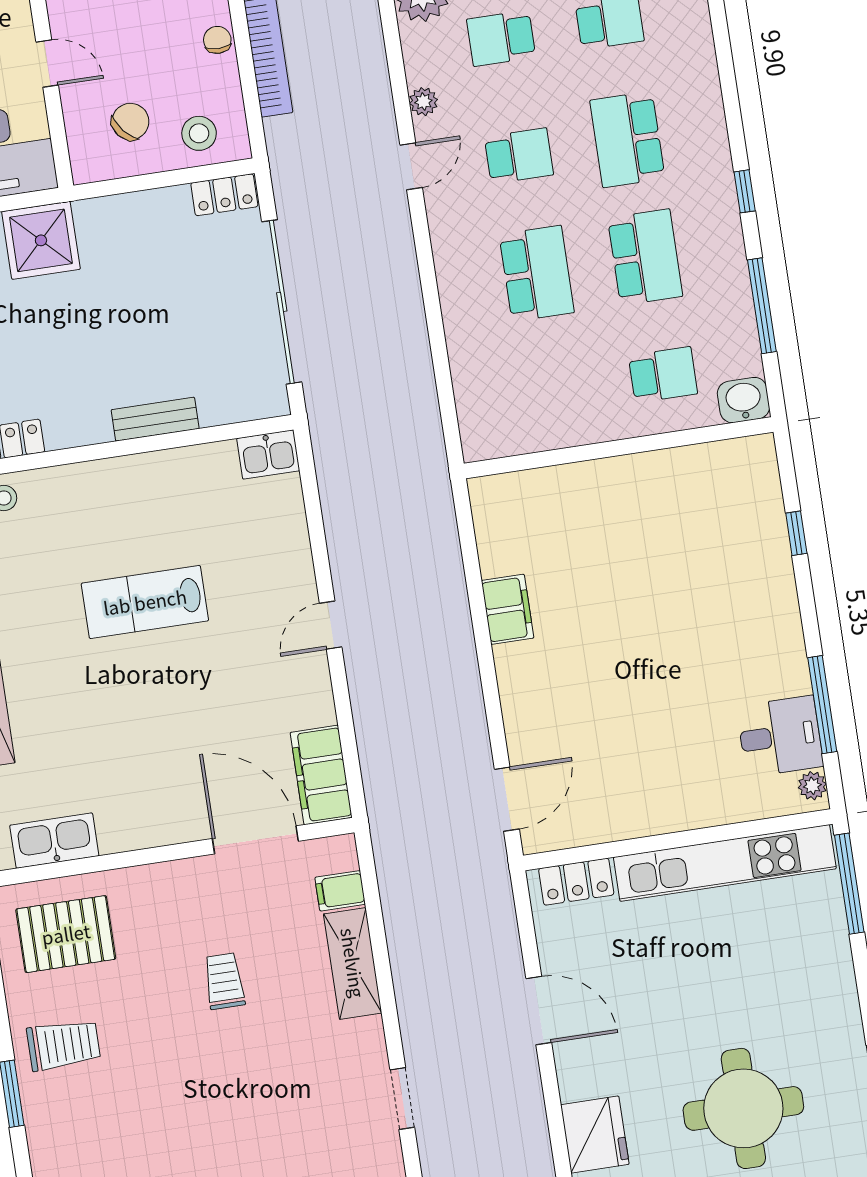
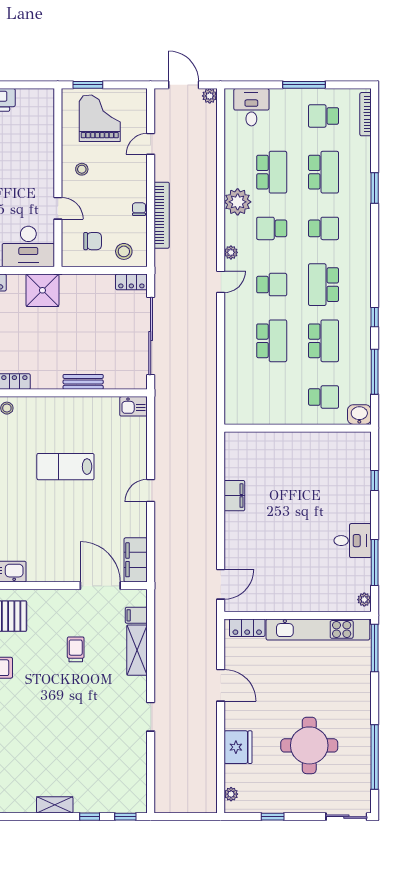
chair: (130, 122) -> (93, 241), turned 40
desk: (780, 736) -> (353, 541), moved

